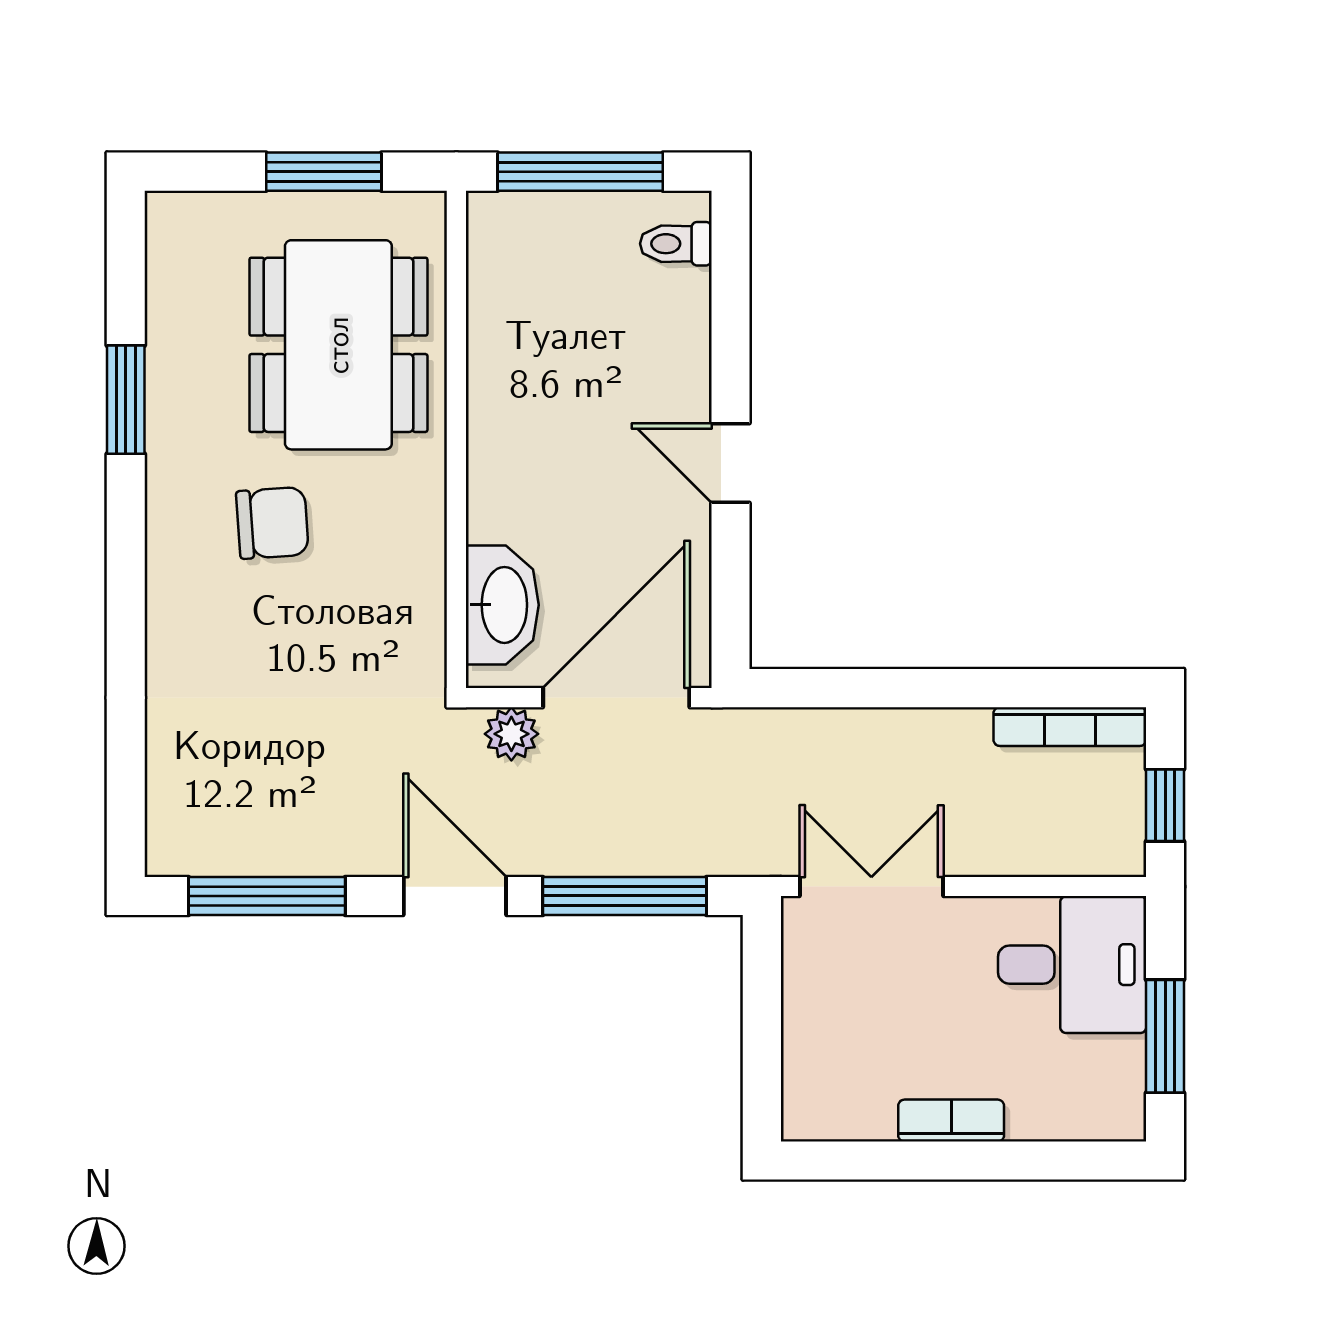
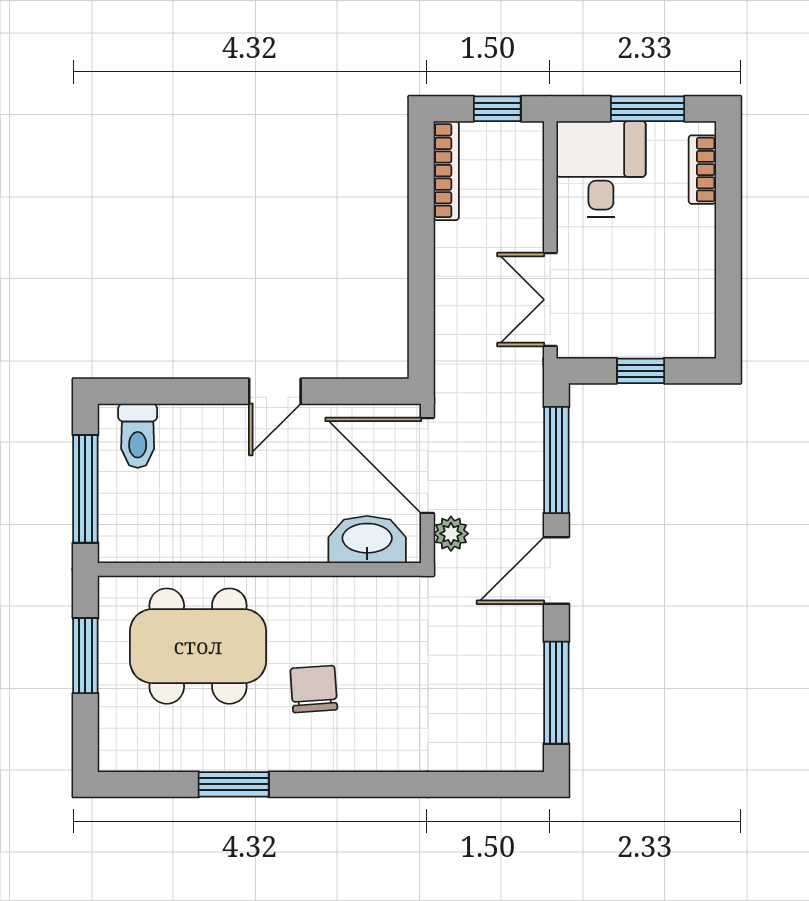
toilet: (676, 244) -> (138, 436), width x1.37, depth x1.39
window: (762, 1026) -> (641, 371), added
bookcase: (951, 1121) -> (702, 170), moved

